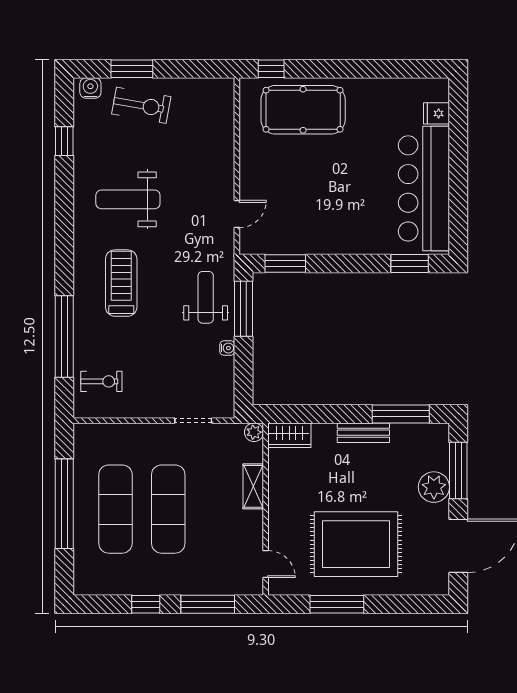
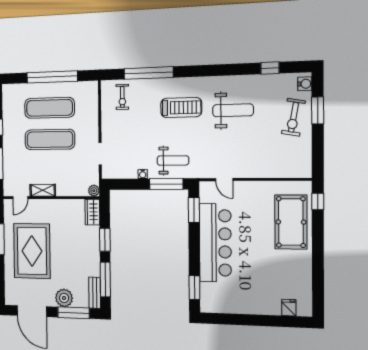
bar counter: (424, 188) -> (215, 243), moved, turned 90
weight bench: (128, 199) -> (233, 110), turned 90
window: (335, 414) -> (105, 240), added
bench: (363, 433) -> (95, 293), moved
shelving: (253, 486) -> (43, 190), moved

